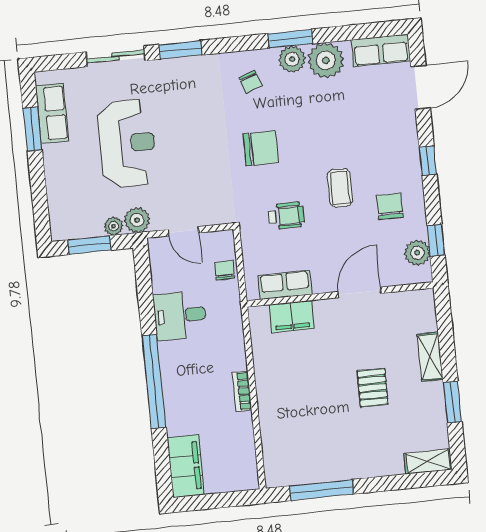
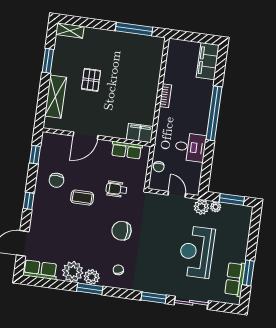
coffee table: (340, 188) -> (82, 198), turned 90
plant: (417, 253) -> (47, 150), removed
filing cabinet: (292, 317) -> (140, 133), moved
shelving: (430, 357) -> (55, 97), width x1.50, depth x1.33

